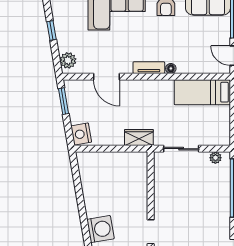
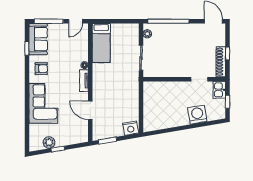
plant: (68, 60) -> (49, 142), moved
door: (107, 77) -> (90, 110), swing flipped
wardrobe: (139, 138) -> (133, 88), removed

